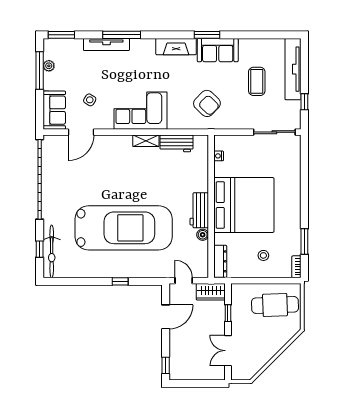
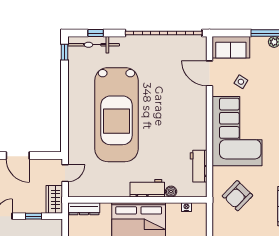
corner sofa: (141, 111) -> (237, 131), width x1.36, depth x1.36
shelving: (146, 141) -> (201, 136), removed
workbench: (199, 210) -> (147, 188), moved
boiler: (203, 235) -> (171, 192), moved
window: (120, 281) -> (64, 52), moved
door: (166, 317) -> (18, 156), moved

